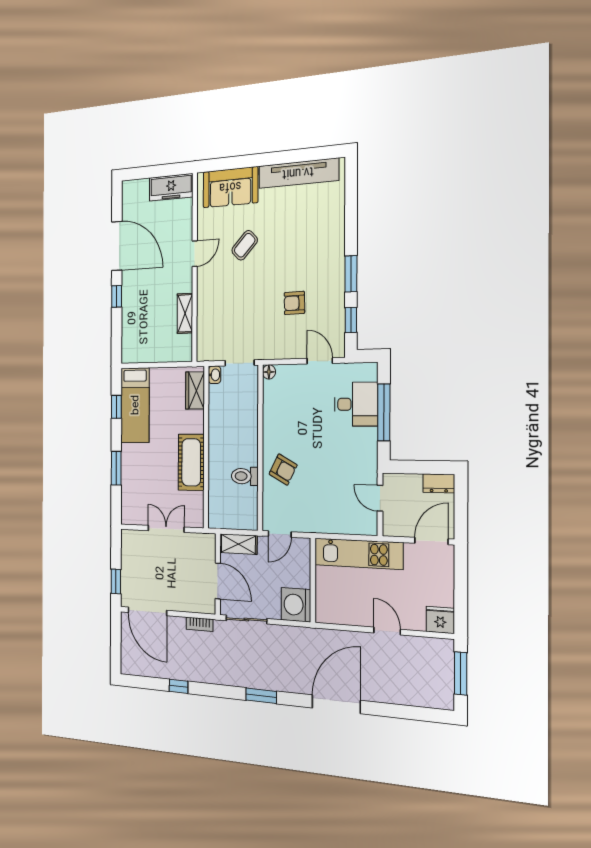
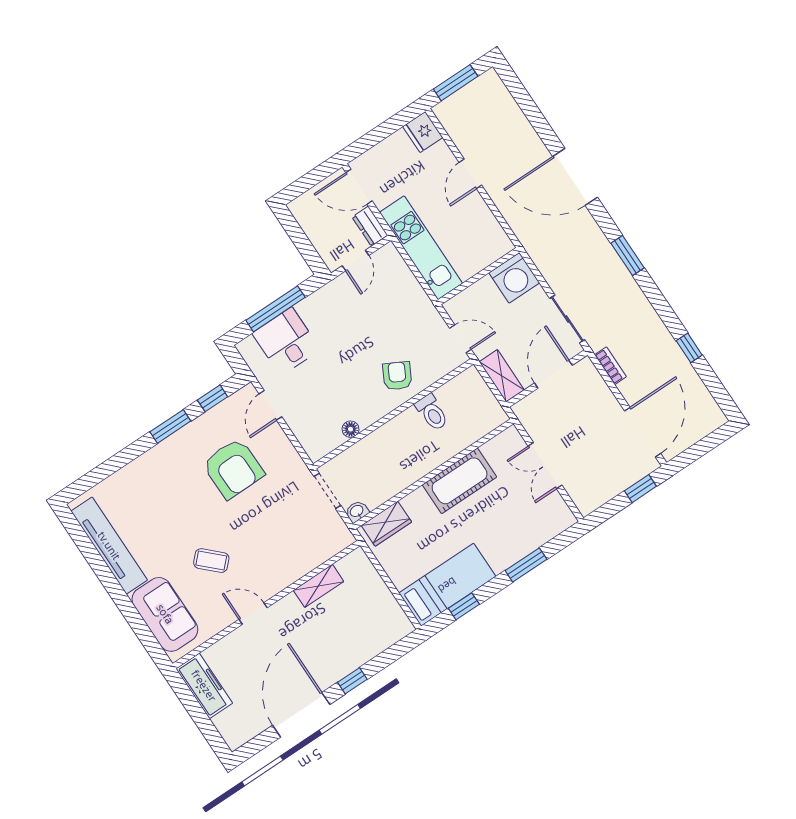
armchair: (294, 303) -> (233, 469), width x1.88, depth x1.88
floor lamp: (269, 372) -> (351, 429), moved
dresser: (439, 483) -> (370, 226), moved, turned 180

